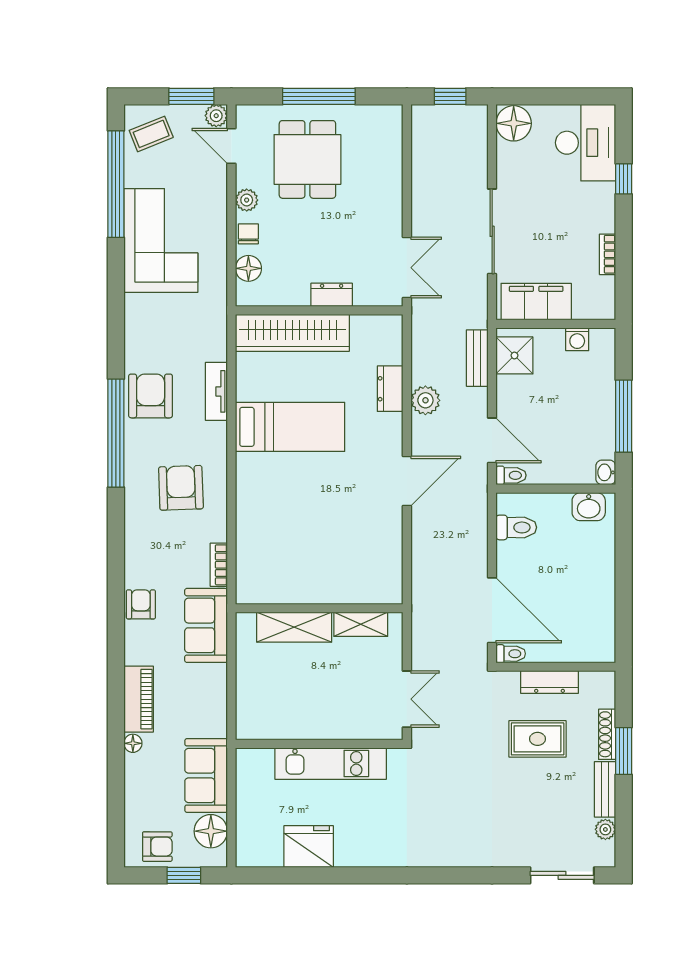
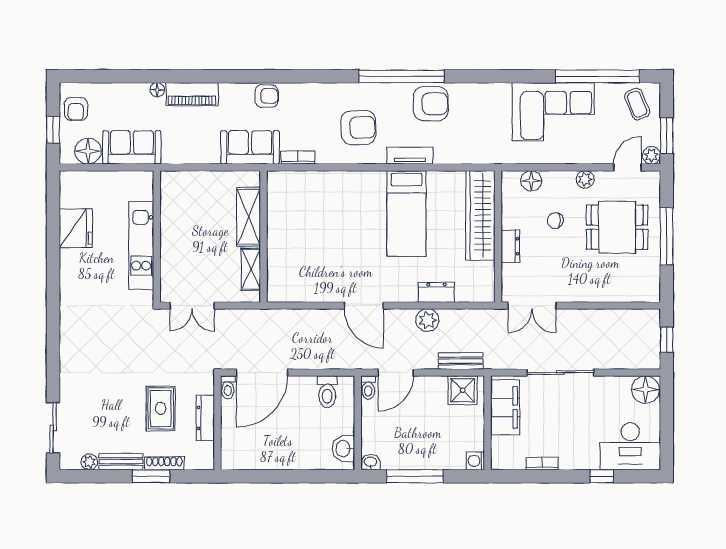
chair: (248, 234) -> (555, 221), moved, turned 180
washing machine: (577, 339) -> (475, 461), moved
tv unit: (216, 391) -> (410, 156), moved

